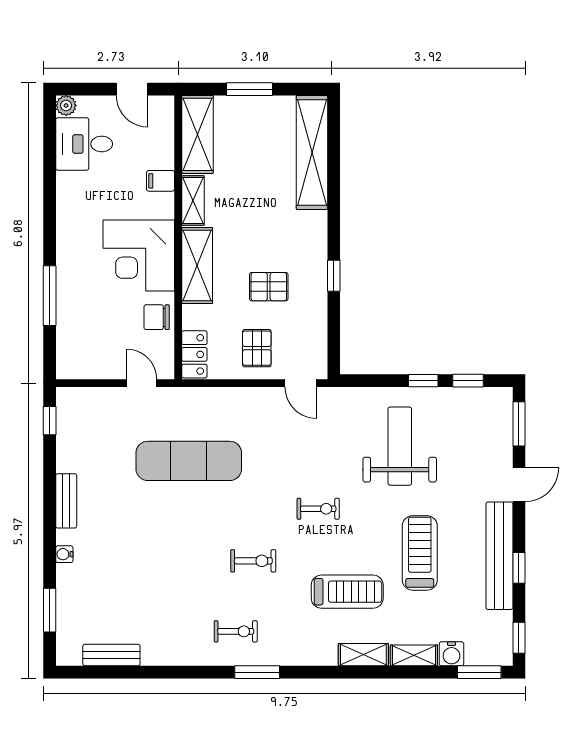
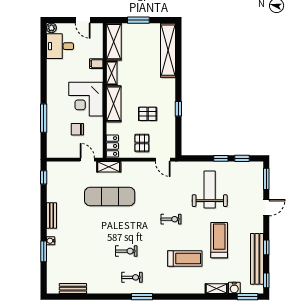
chair: (157, 317) -> (77, 129), moved
bench: (499, 556) -> (257, 259), moved
exercise bike: (253, 561) -> (126, 251), moved
window: (50, 610) -> (44, 251), moved
shelving: (363, 655) -> (109, 167), moved

